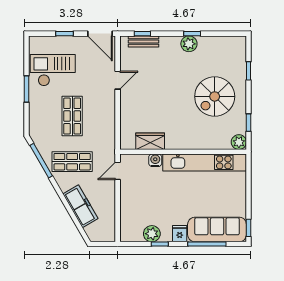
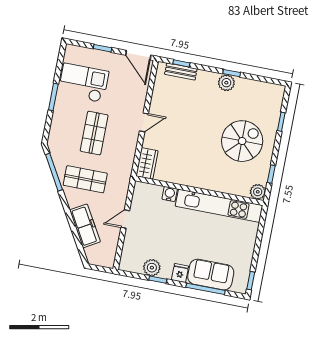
door: (118, 80) -> (144, 122), moved
spiral stairs: (215, 96) -> (242, 141), turned 180
wardrobe: (150, 141) -> (147, 163), moved, turned 90
door: (118, 171) -> (125, 219), moved
sofa: (217, 230) -> (211, 275), width x0.73

